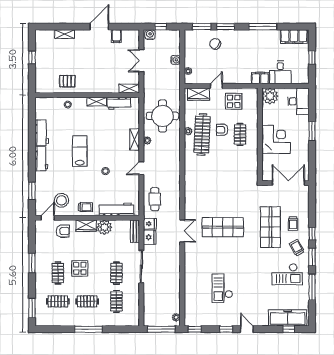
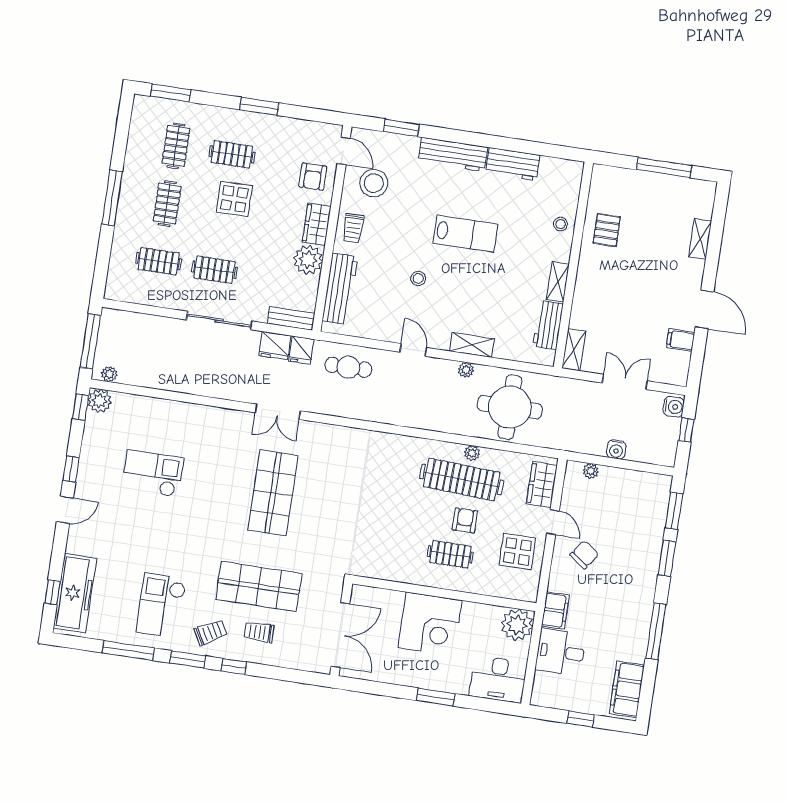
chair: (215, 44) -> (584, 555), moved
window: (32, 57) -> (664, 168), width x2.17
workbench: (41, 159) -> (453, 154), width x1.38
plant: (190, 320) -> (100, 401), added

